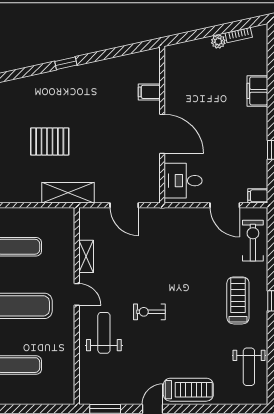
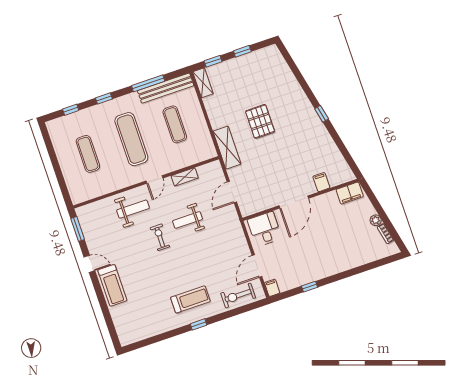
filing cabinet: (257, 91) -> (350, 193), moved, turned 180
exercise bike: (253, 241) -> (238, 295), turned 180
weight bench: (249, 367) -> (188, 220), moved

